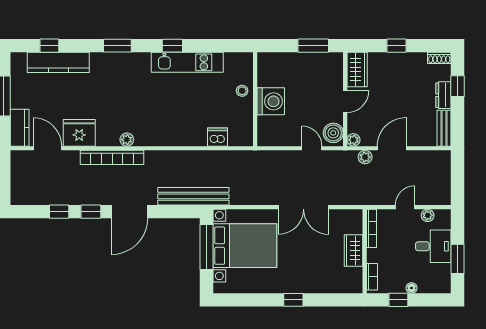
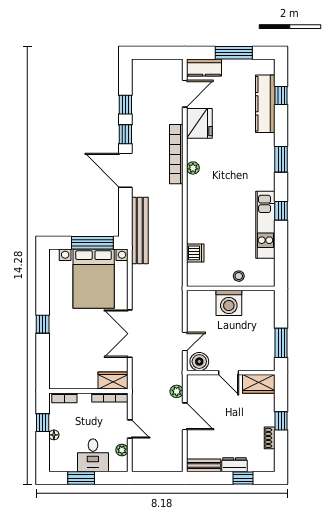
shoe rack: (439, 58) -> (270, 438), moved
plant: (353, 140) -> (193, 380), removed
wardrobe: (354, 251) -> (113, 381), moved

